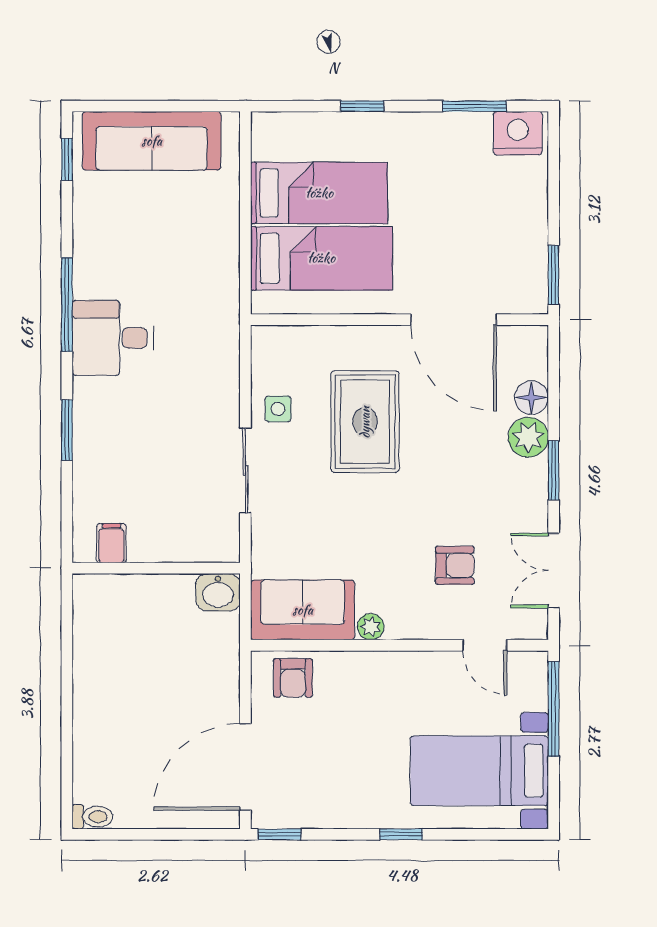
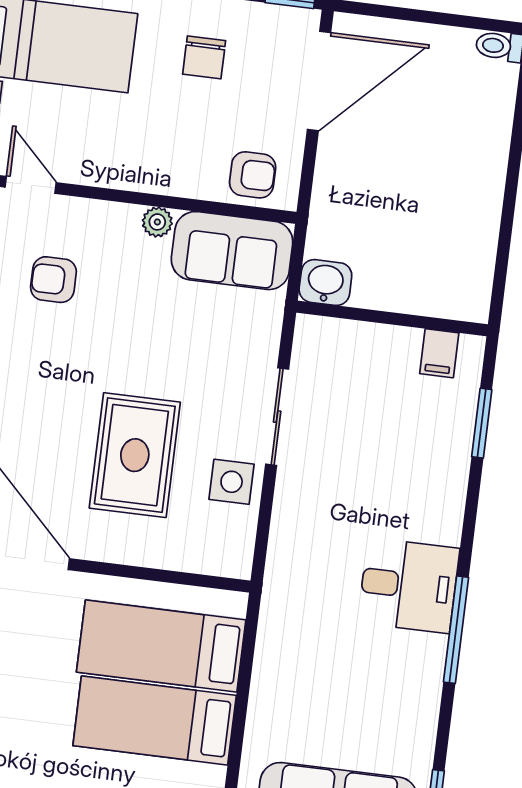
side table: (278, 409) -> (232, 482), width x1.37, depth x1.37
window: (67, 430) -> (482, 423), moved
armchair: (293, 678) -> (253, 175), turned 90
chair: (348, 775) -> (204, 57), added

